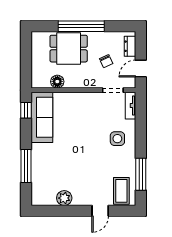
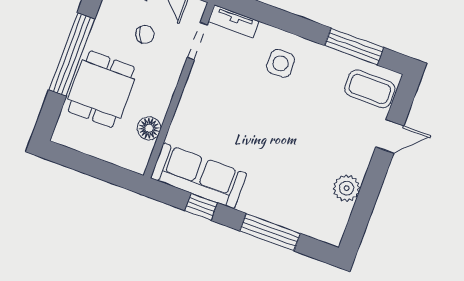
window: (26, 110) -> (201, 207), moved
door: (100, 211) -> (390, 136), hinge flipped

